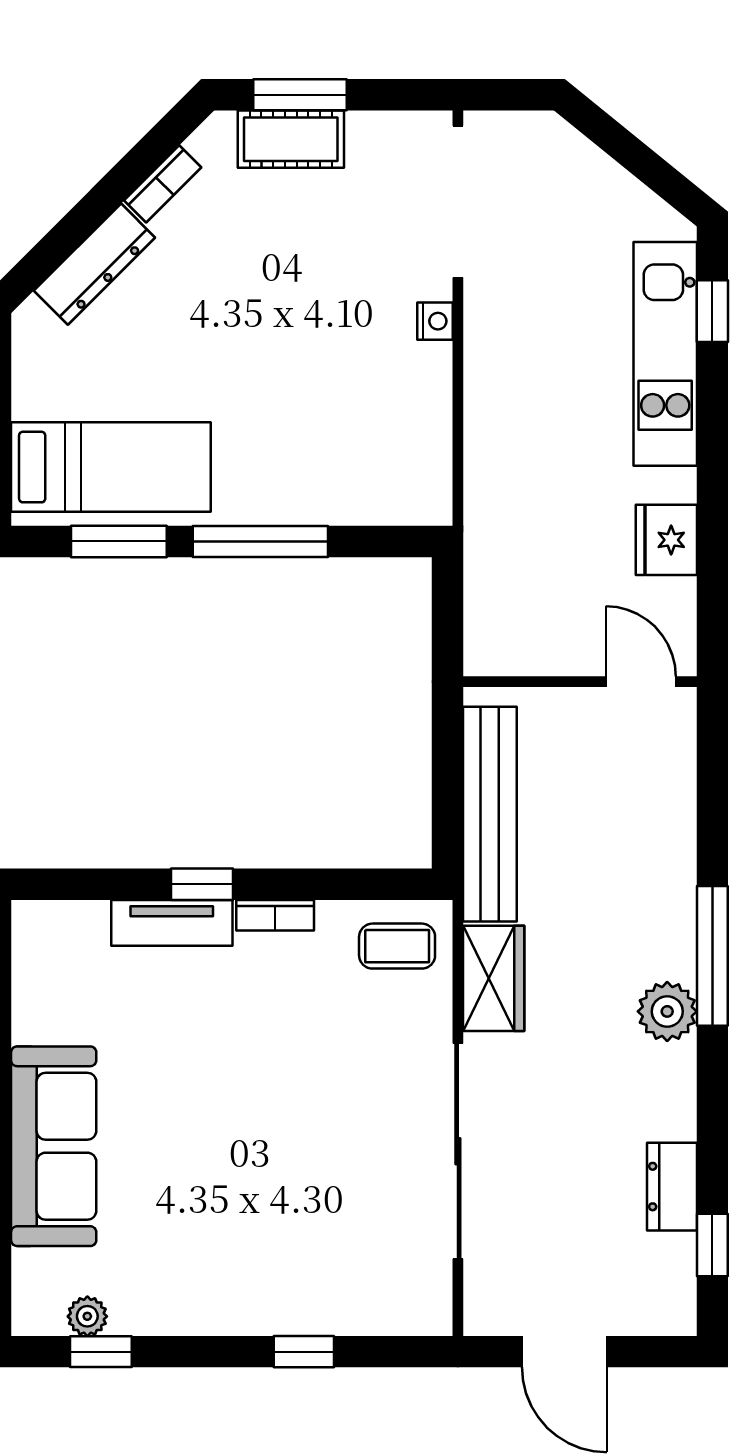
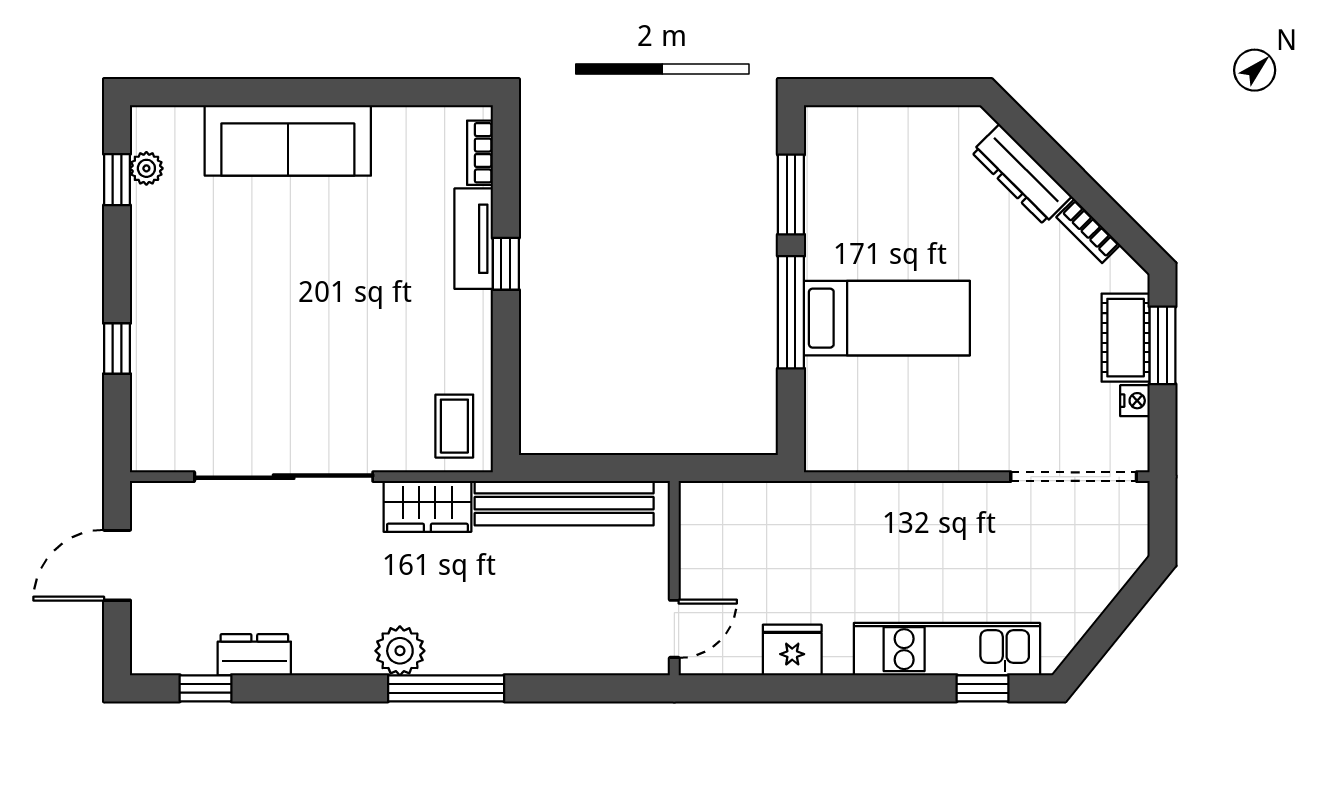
nightstand: (435, 321) -> (1135, 401), moved, turned -90
bed: (111, 467) -> (887, 318), moved, turned -90
bookcase: (275, 915) -> (480, 153), moved

